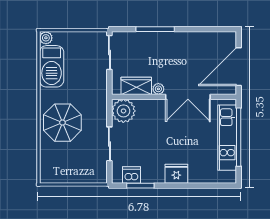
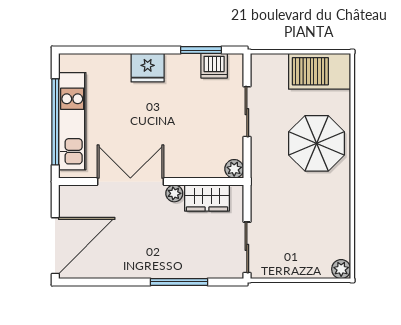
barbecue: (52, 66) -> (320, 71), moved, turned -90
door: (239, 67) -> (55, 246), moved
plant: (123, 111) -> (234, 169), width x0.53, depth x0.53

